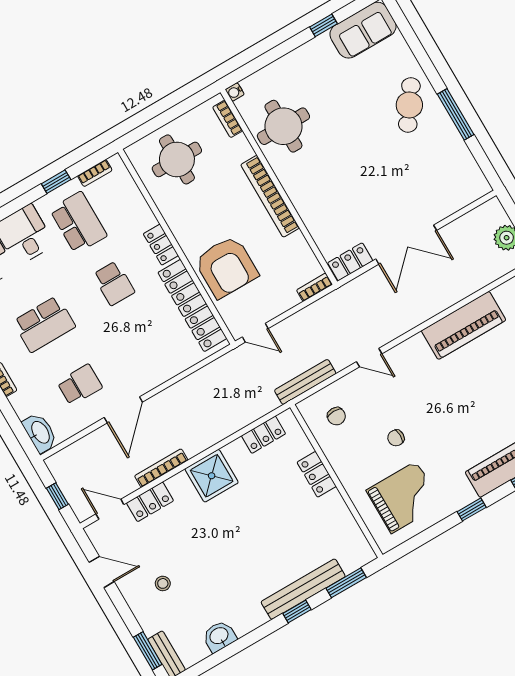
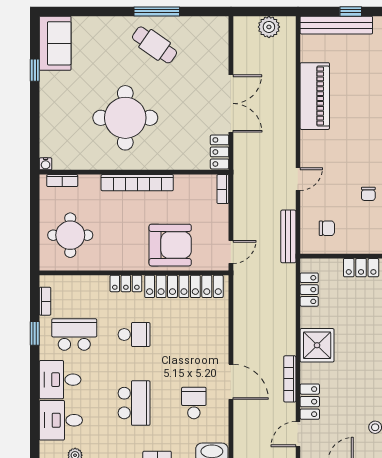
cafe table: (409, 105) -> (155, 45), moved
round table: (283, 126) -> (125, 118), moved, width x1.36, depth x1.36

